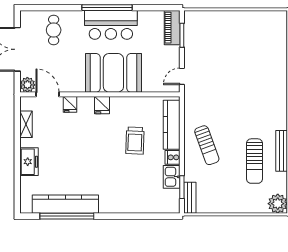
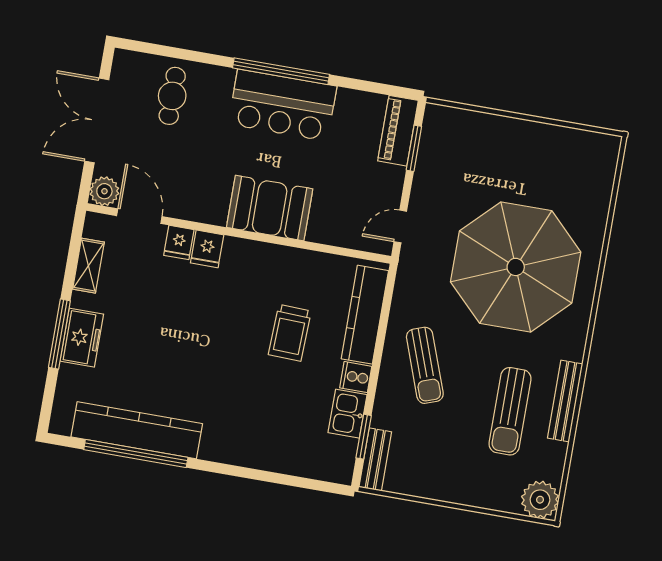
booth: (113, 73) -> (270, 208), width x0.73, depth x0.70
parasol: (244, 87) -> (516, 267), added
fridge: (102, 105) -> (207, 249), moved
window: (17, 162) -> (59, 334), added

